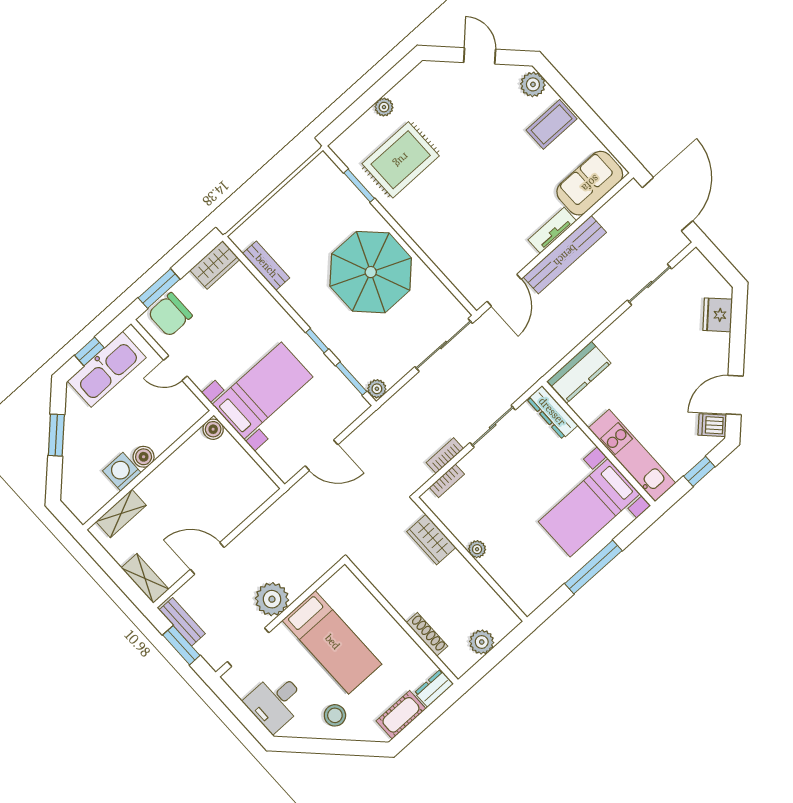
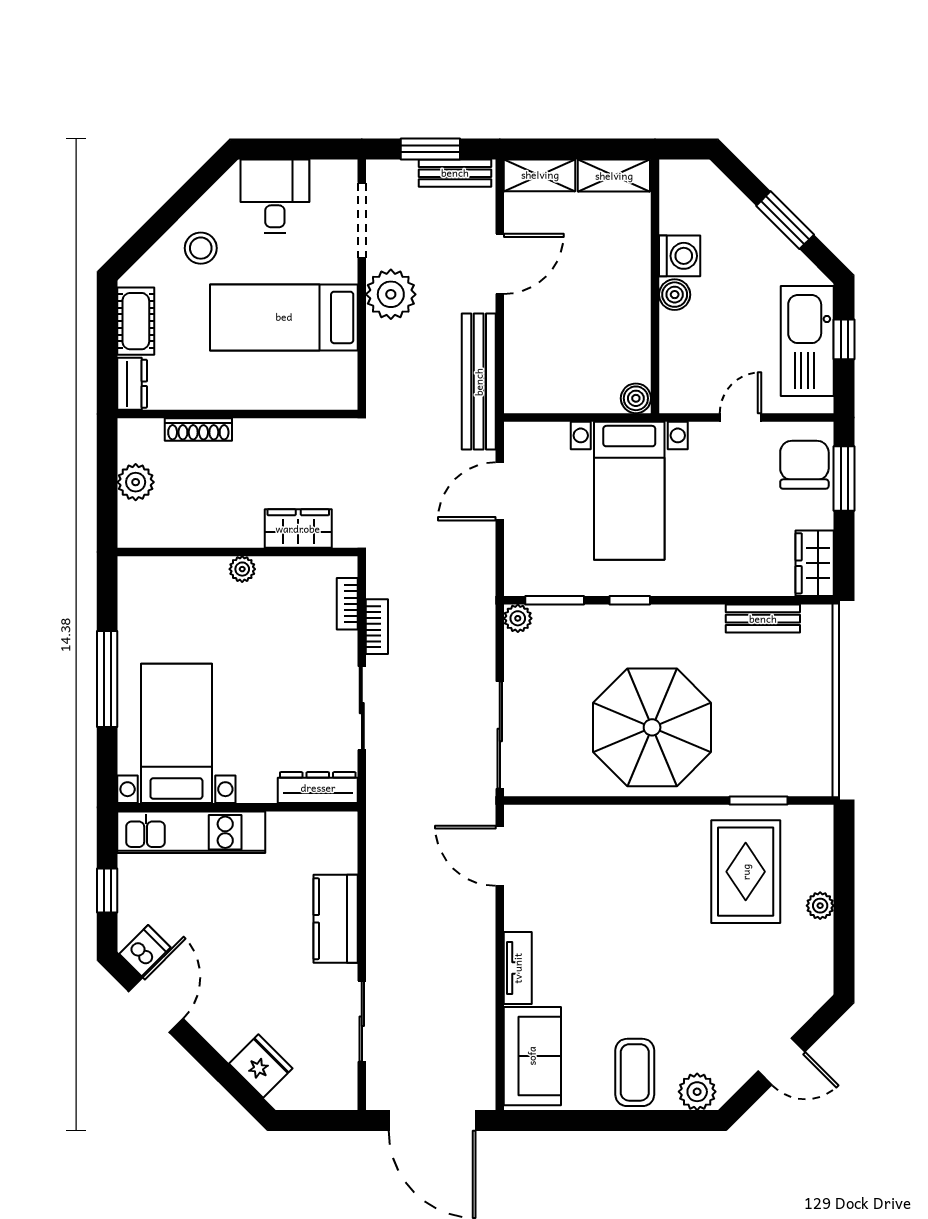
bench: (565, 255) -> (479, 382), moved
kitchen counter: (579, 372) -> (336, 919), moved
shelving: (121, 513) -> (614, 176), moved, turned 90

